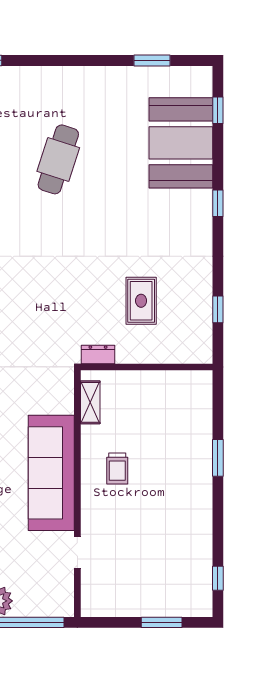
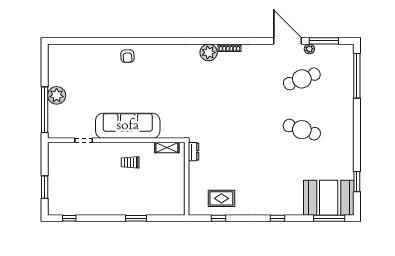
window: (218, 110) -> (329, 218), width x2.17
booth: (181, 143) -> (329, 198), moved
rug: (141, 301) -> (221, 198), moved

